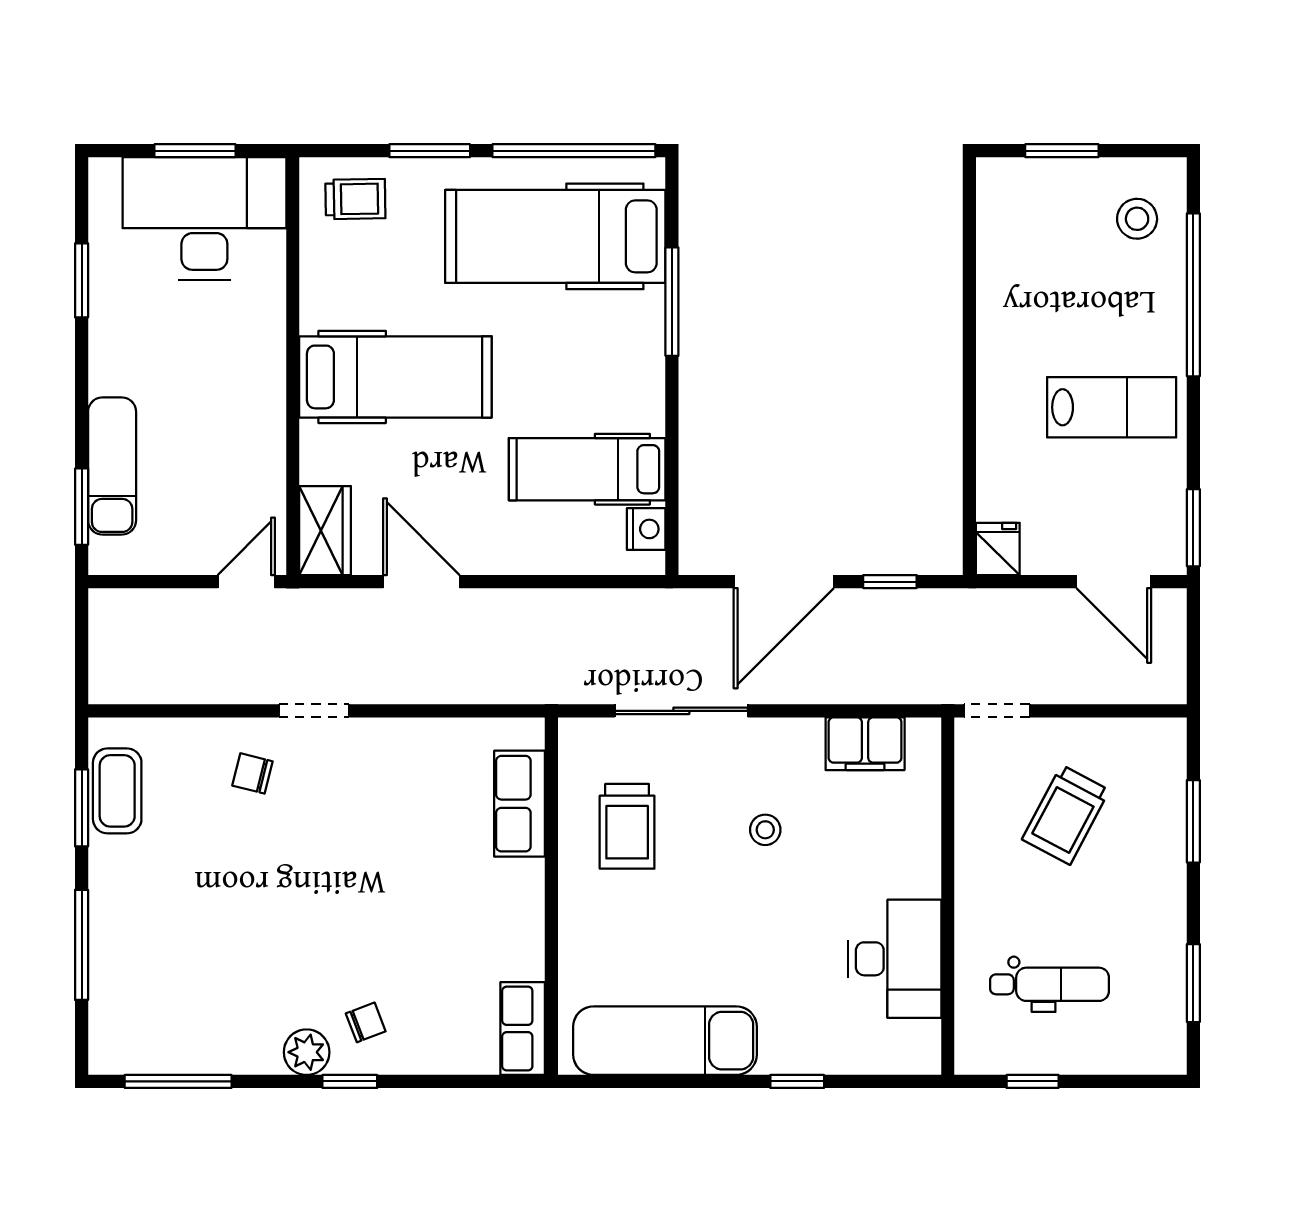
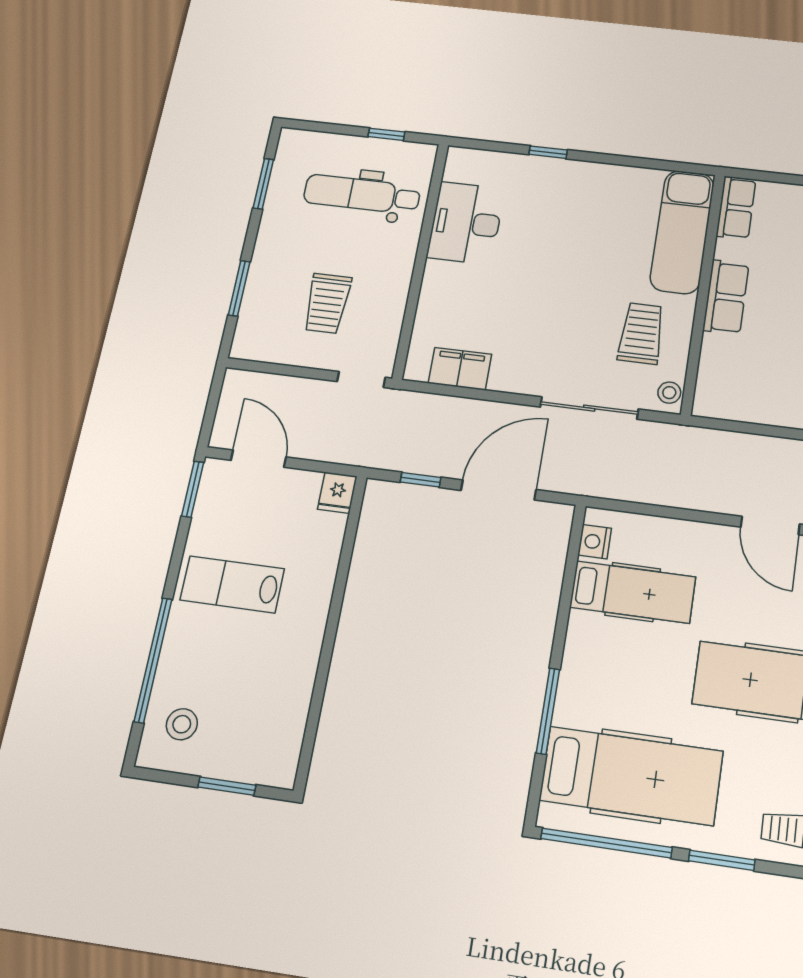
row of seats: (519, 804) -> (726, 297), moved
trolley: (1066, 815) -> (327, 303), turned 152
stool: (765, 830) -> (669, 393), moved
dental chair: (1049, 984) -> (362, 194), width x1.36, depth x1.38
exam couch: (665, 1041) -> (682, 232), moved, turned 90

